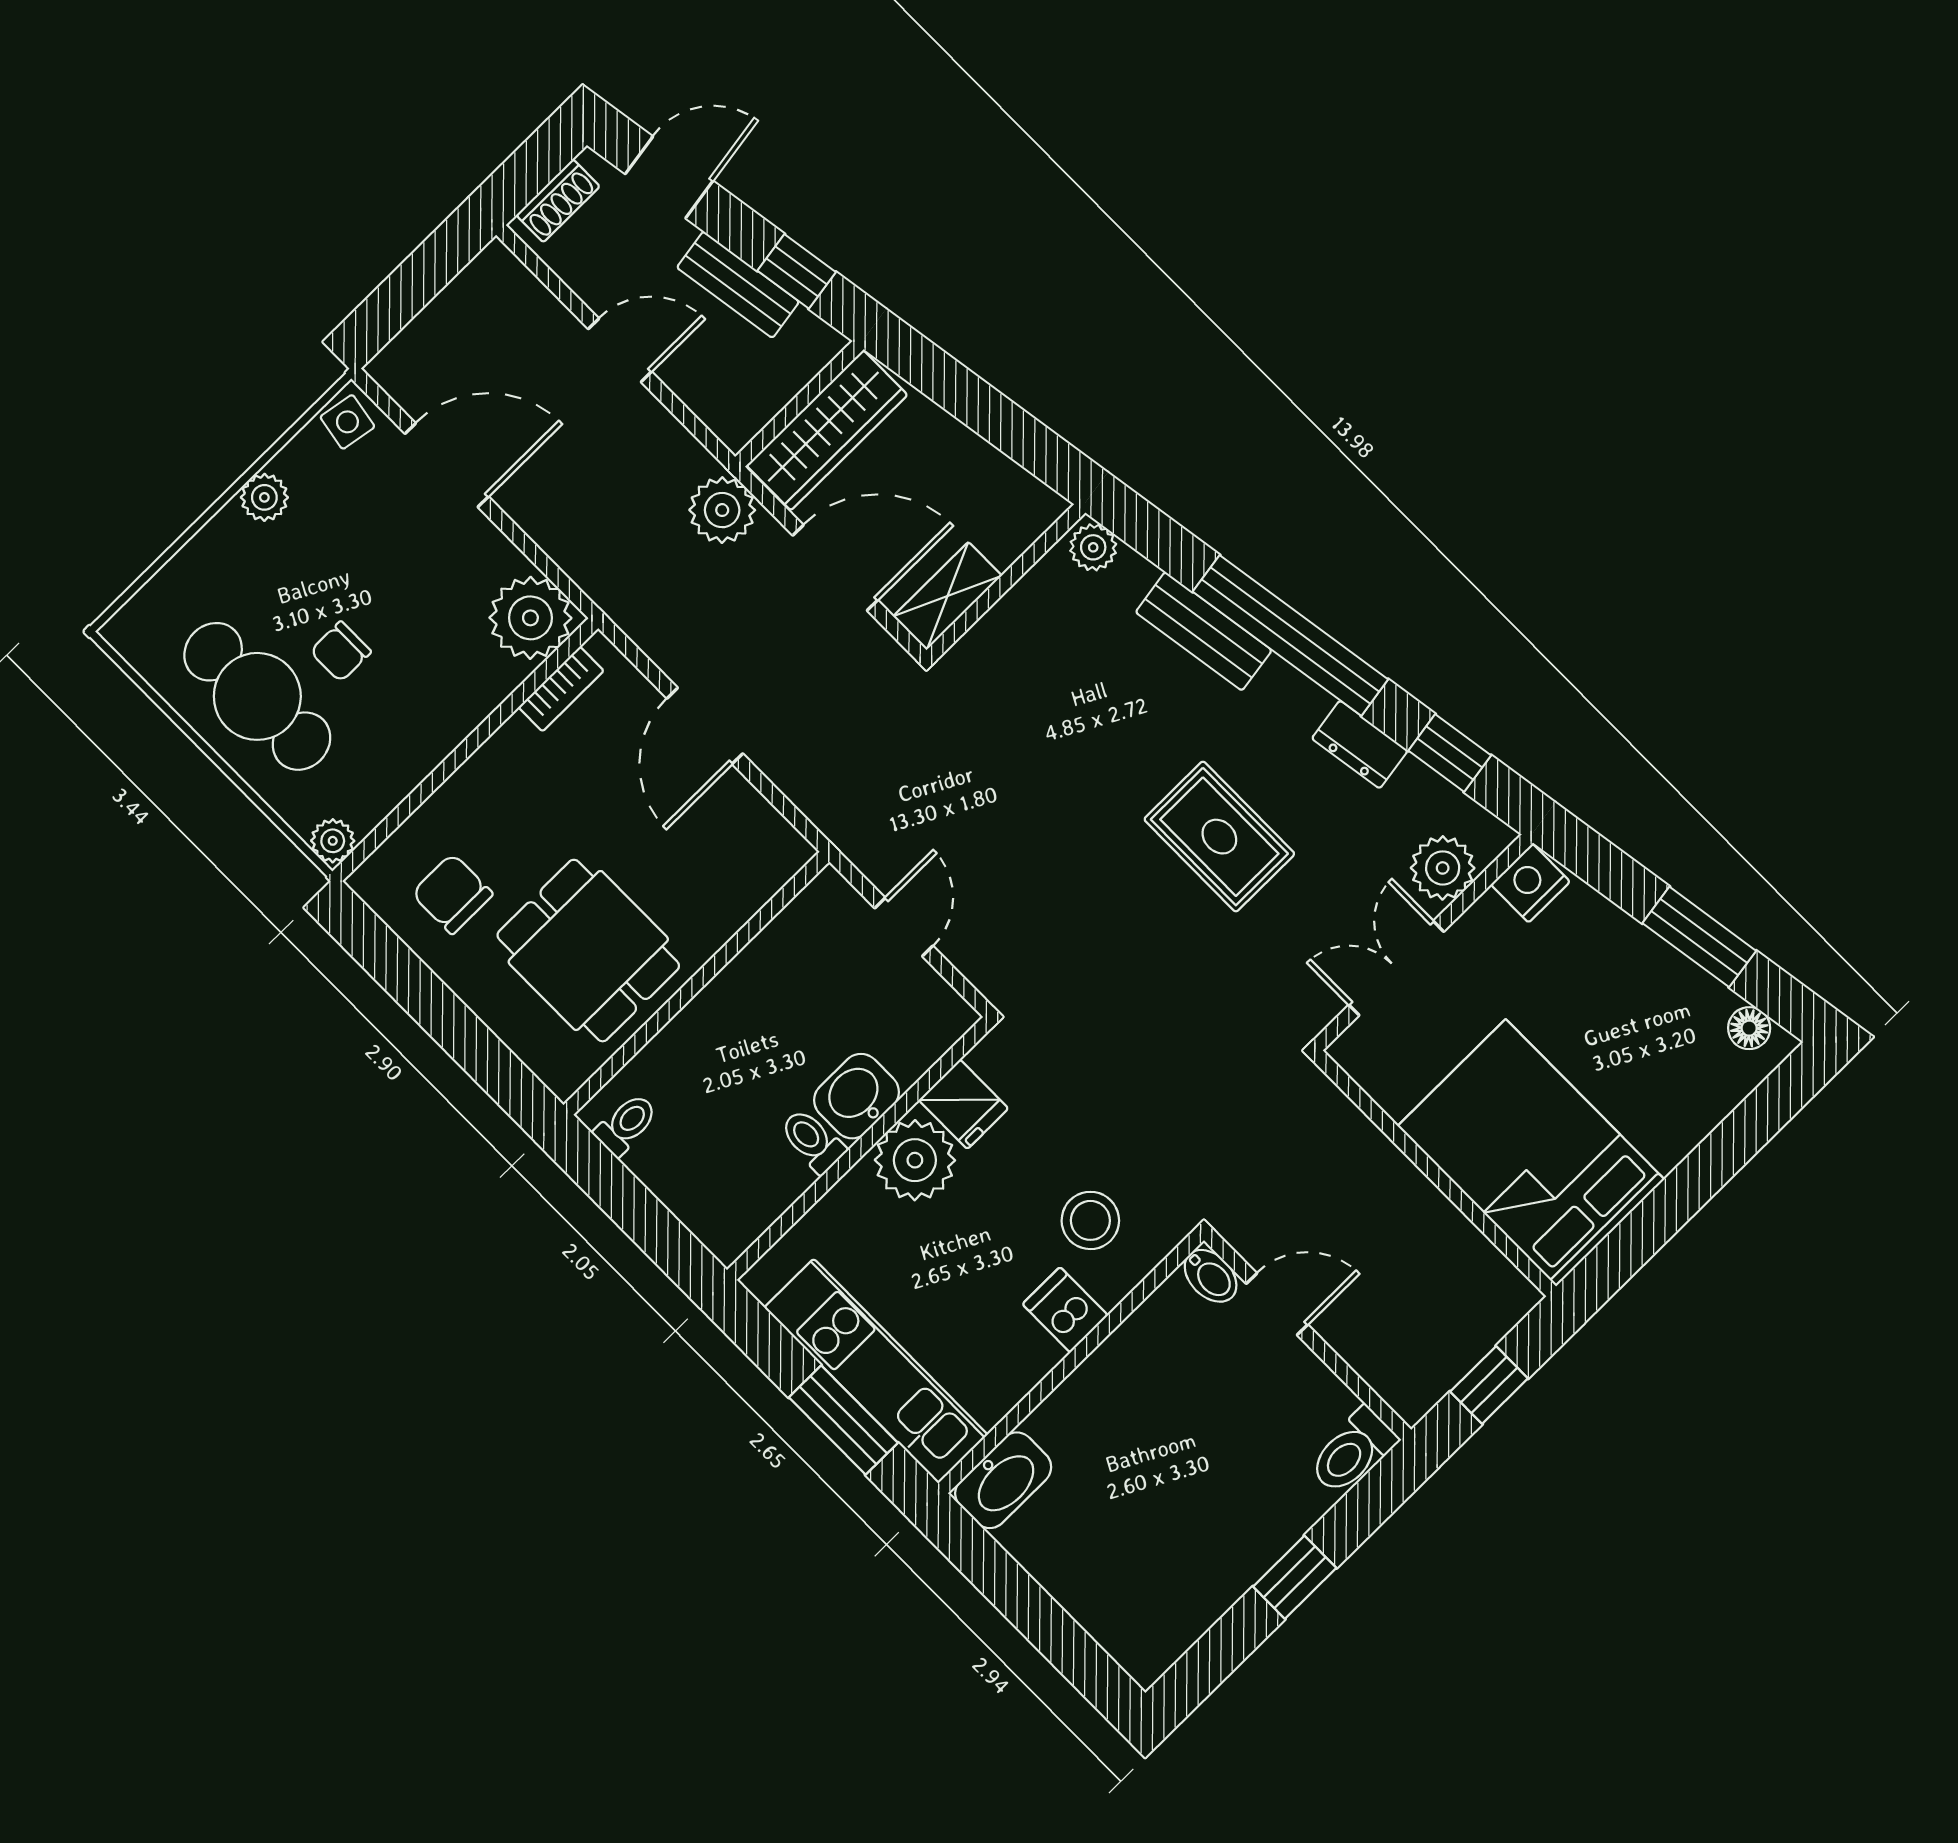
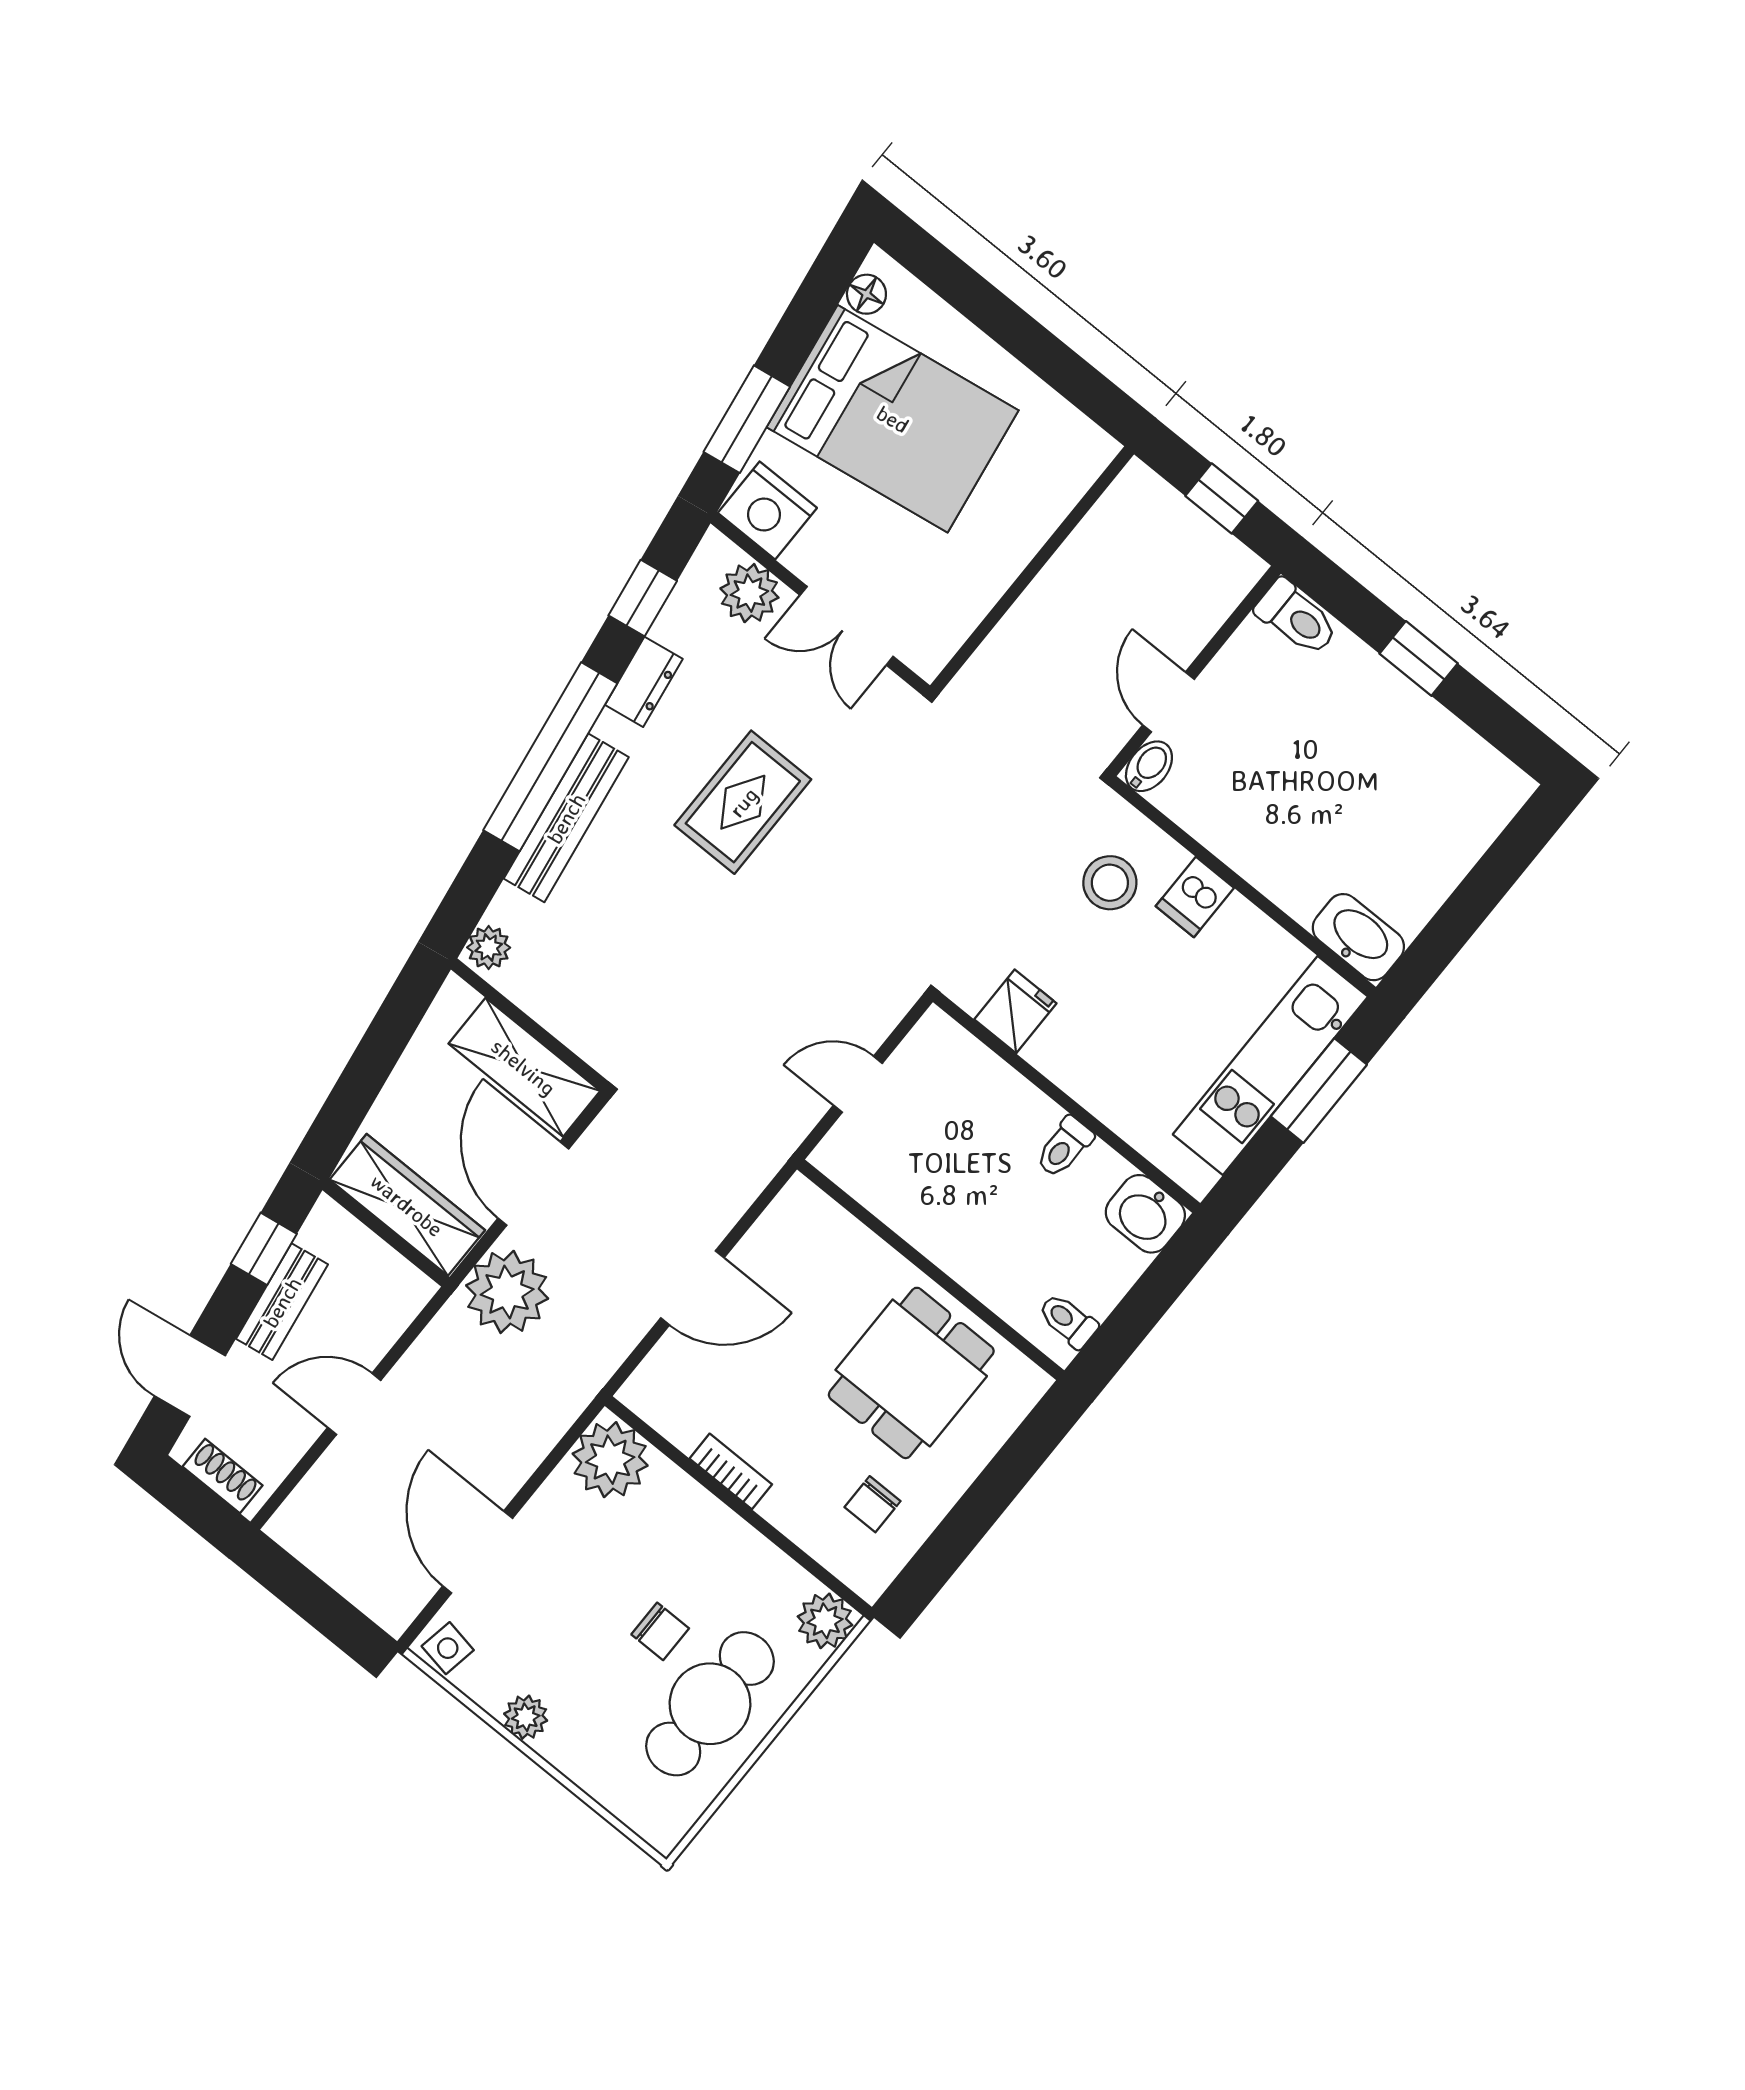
door: (620, 350) -> (354, 1404), hinge flipped
plant: (722, 510) -> (507, 1292), width x1.36, depth x1.36
shelving: (948, 596) -> (524, 1067), width x1.50, depth x1.33
bench: (1204, 631) -> (566, 818), width x1.36
bookcase: (561, 689) -> (731, 1471), moved
plant: (333, 841) -> (825, 1621), width x1.38, depth x1.38
nightstand: (1530, 883) -> (767, 510), width x1.36, depth x1.33
chair: (452, 894) -> (872, 1504), width x0.73, depth x0.73
window: (1699, 937) -> (747, 419), moved
washbasin: (857, 1096) -> (1145, 1214), moved
bed: (1531, 1153) -> (893, 419), moved, turned -99
plant: (915, 1160) -> (1072, 1051), removed

